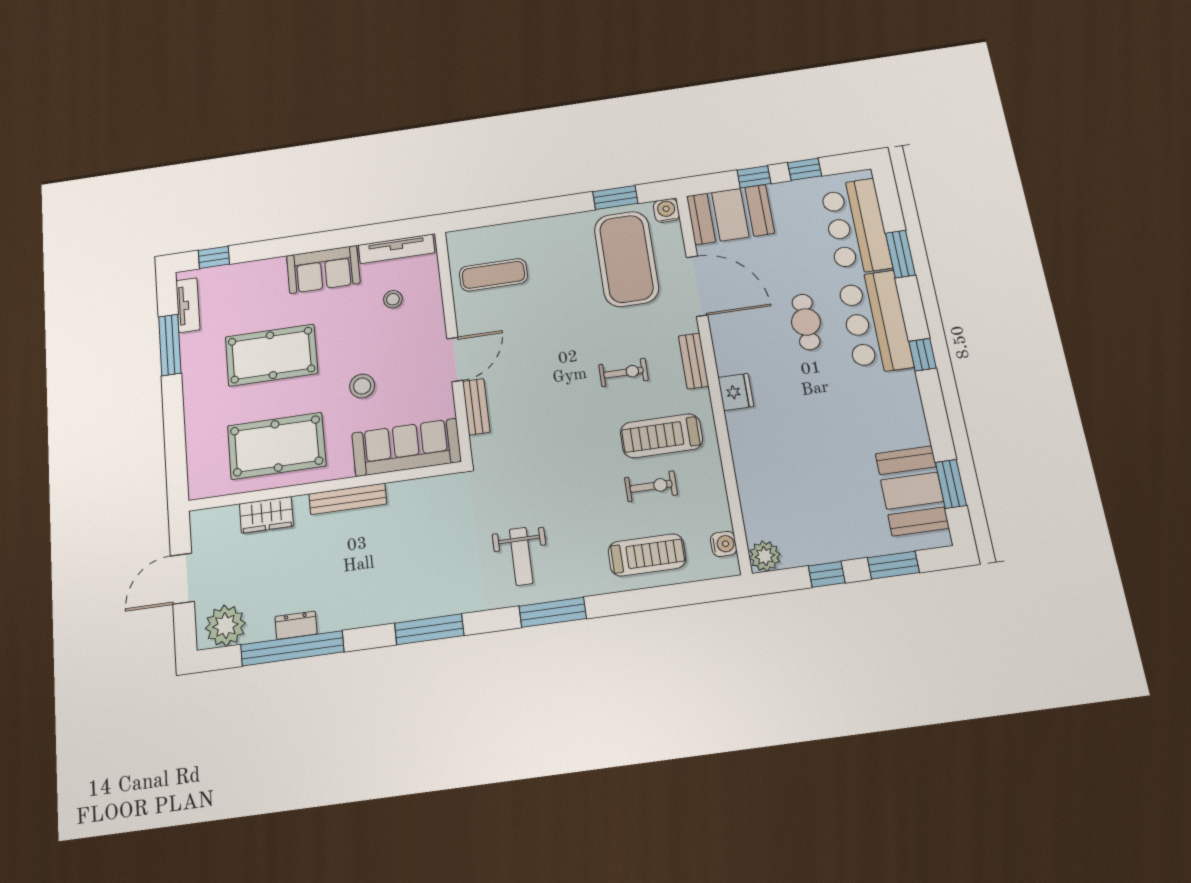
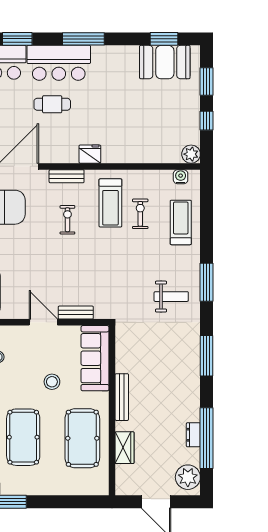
window: (923, 355) -> (83, 39), width x2.17

